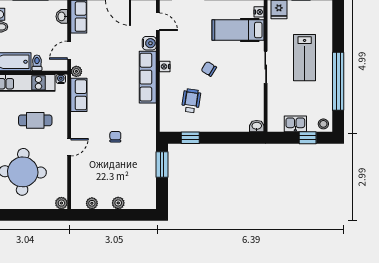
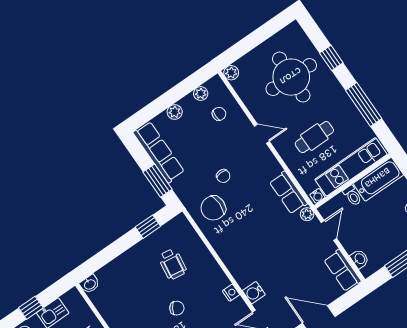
nightstand: (165, 67) -> (231, 293), moved
row of seats: (148, 77) -> (159, 152), moved
chair: (137, 120) -> (213, 208), added
door: (69, 147) -> (262, 134), swing flipped
chair: (89, 181) -> (219, 114), added

